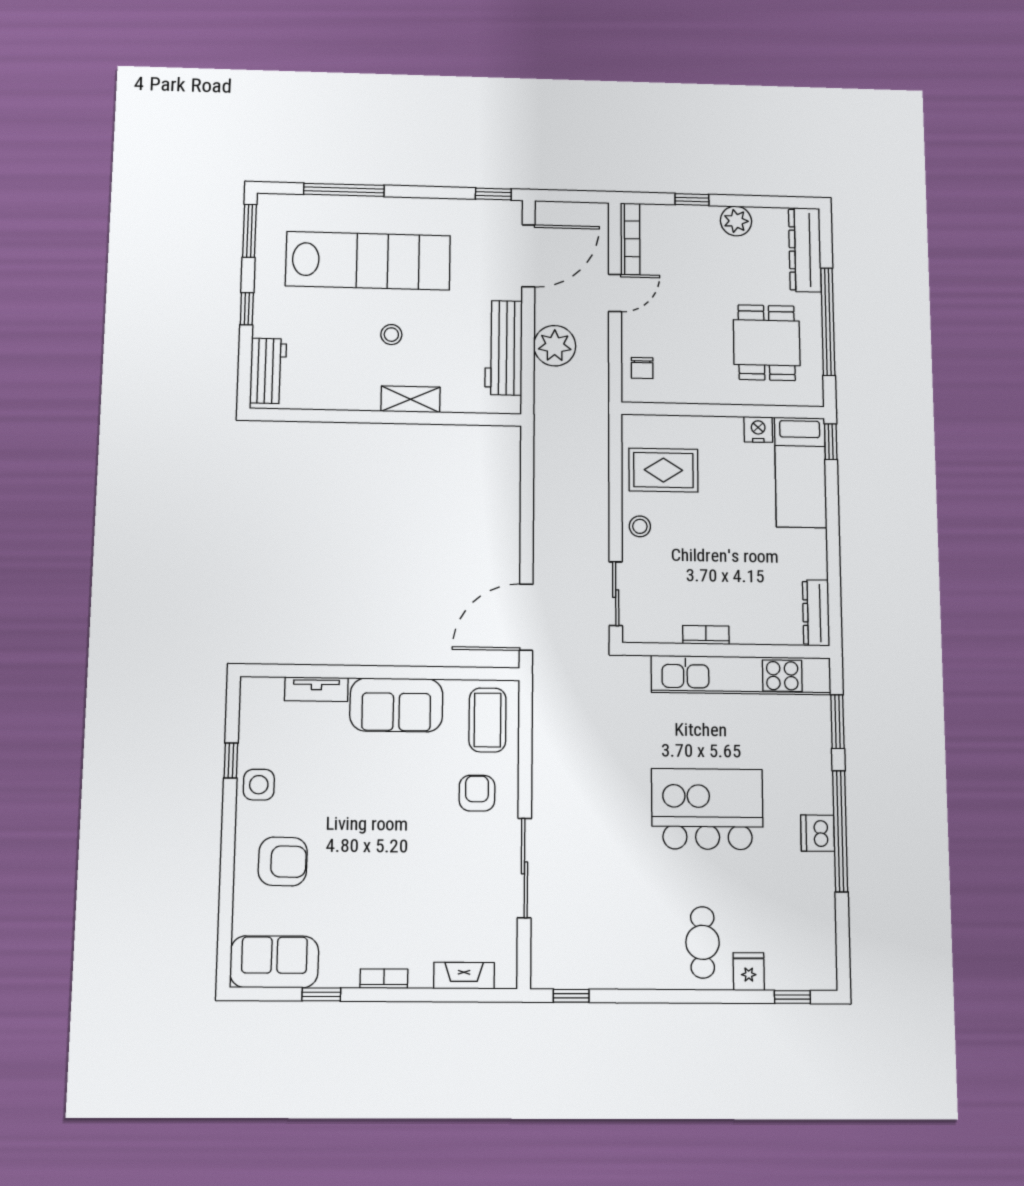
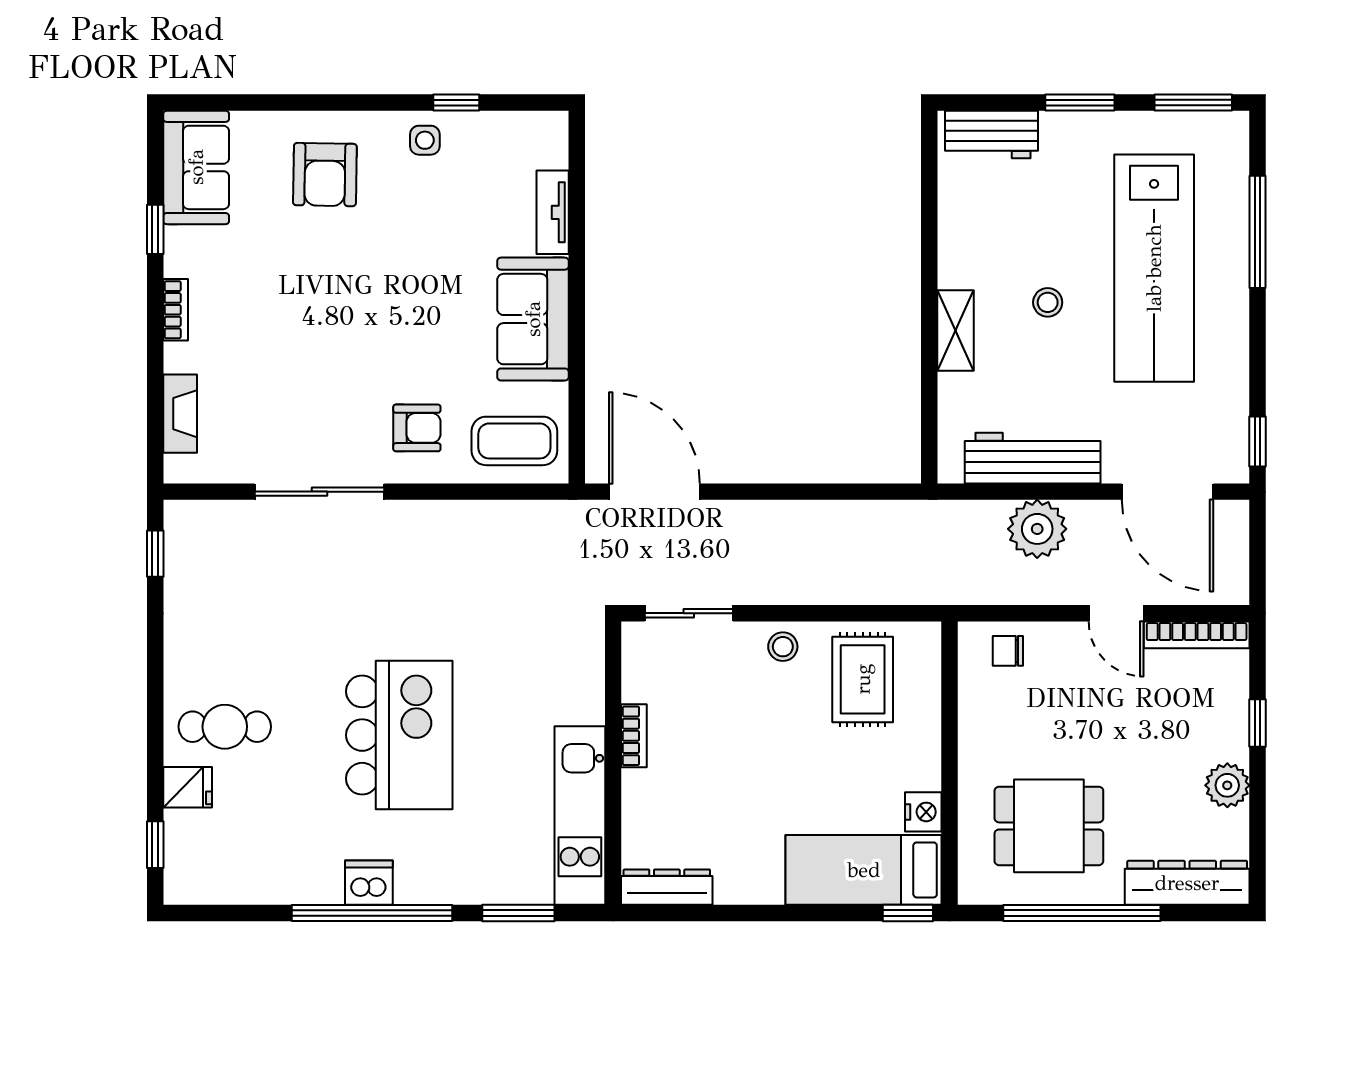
window: (247, 309) -> (1080, 103), width x1.50
kitchen unit: (741, 675) -> (580, 816), width x0.73
side table: (259, 785) -> (425, 140), width x0.73, depth x0.73

